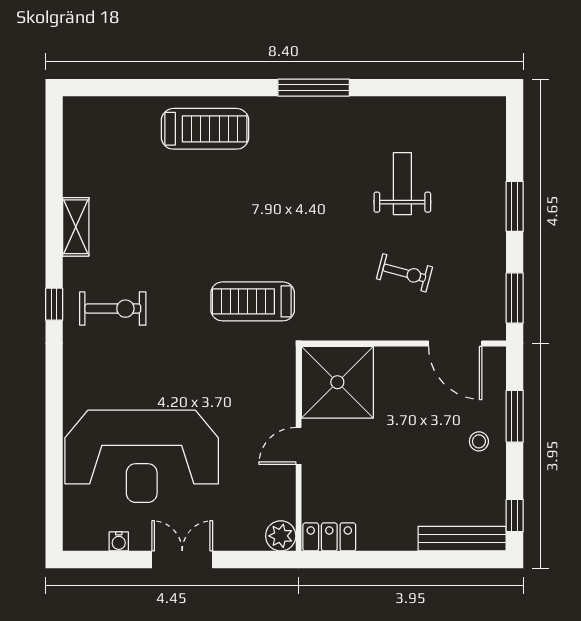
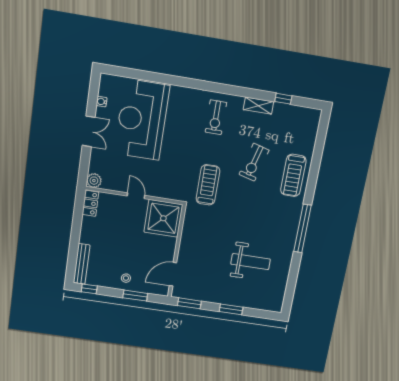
window: (314, 88) -> (302, 229), width x1.46
weight bench: (402, 184) -> (251, 262), width x1.36, depth x1.33
exercise bike: (404, 273) -> (254, 162), moved, width x1.38, depth x1.39
window: (54, 304) -> (283, 99), moved

